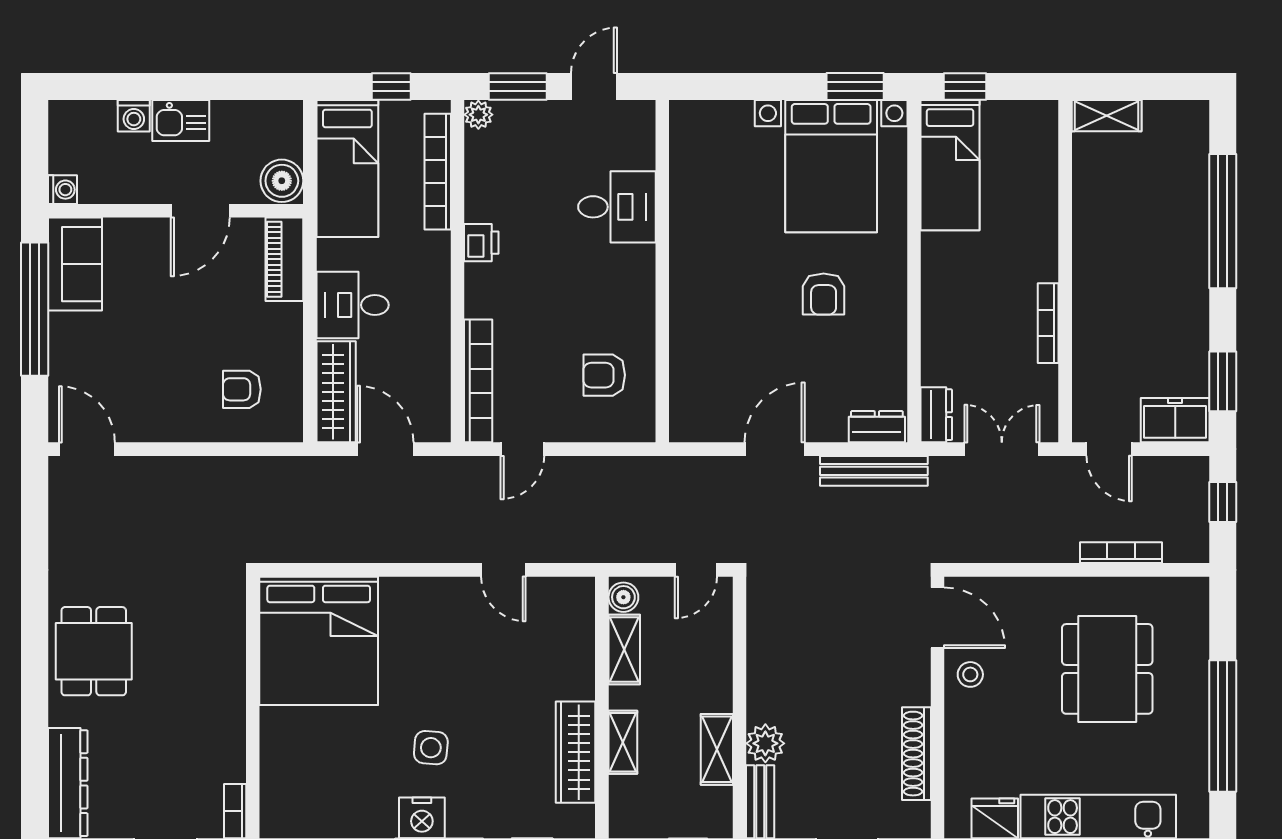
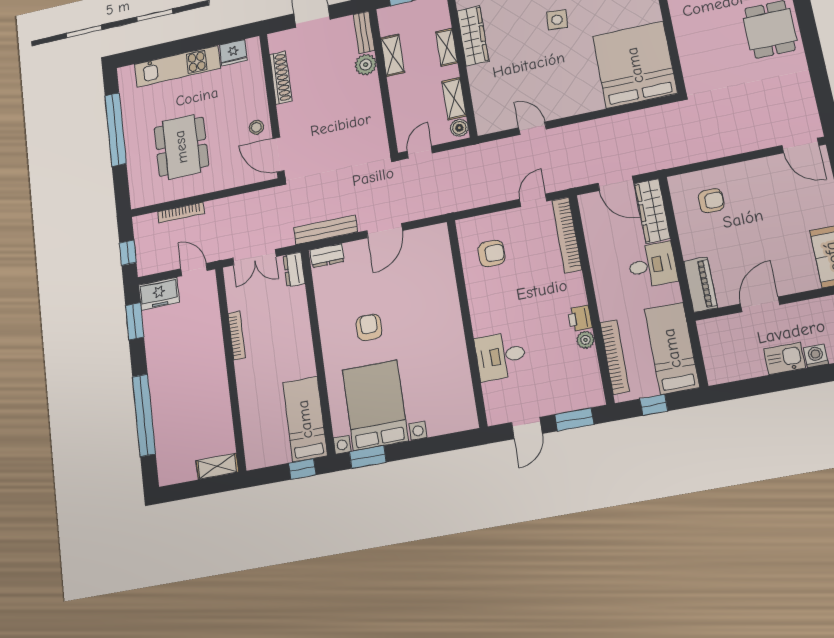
plant: (478, 115) -> (585, 340), moved
boiler: (282, 181) -> (712, 333), removed

